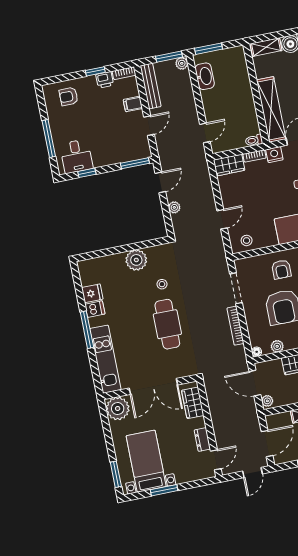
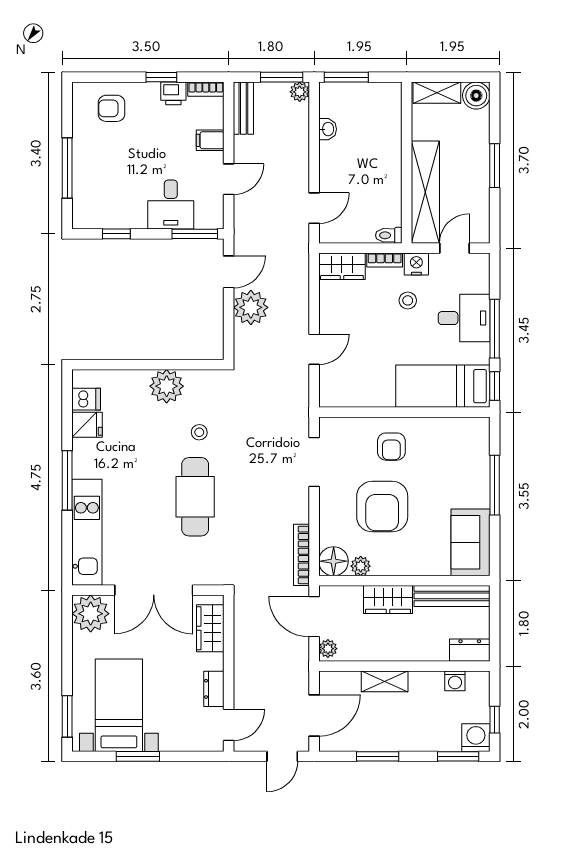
washbasin: (205, 76) -> (328, 129), width x0.52, depth x0.69
bench: (151, 86) -> (243, 108), width x0.73
desk: (76, 156) -> (171, 205), moved
plant: (174, 207) -> (251, 307), width x1.88, depth x1.88
stool: (247, 240) -> (408, 300), moved
dishwasher: (95, 309) -> (86, 399), moved
bookcase: (235, 326) -> (302, 555), moved
floor lamp: (257, 352) -> (334, 561), width x1.89, depth x1.89

